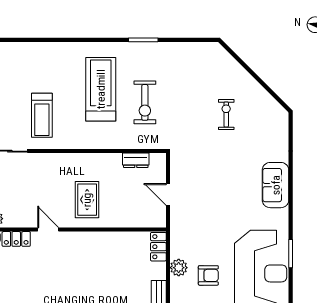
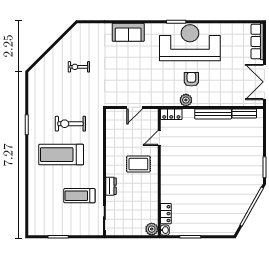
exercise bike: (145, 102) -> (70, 124), turned 180
treadmill: (42, 115) -> (79, 196), turned 180
dresser: (136, 160) -> (111, 186), moved
door: (48, 230) -> (159, 138), moved

